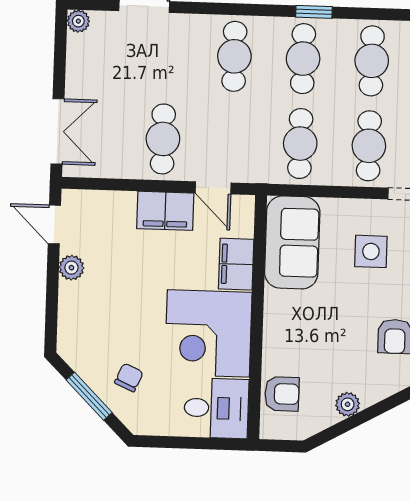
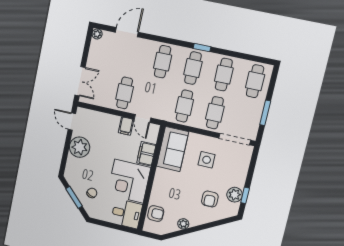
filing cabinet: (165, 211) -> (126, 126), width x0.50
plant: (71, 268) -> (80, 147), width x1.88, depth x1.88

